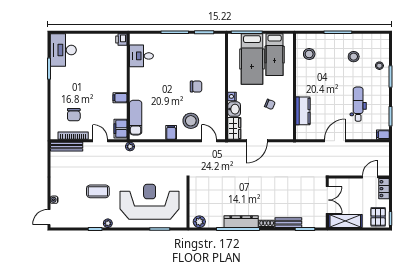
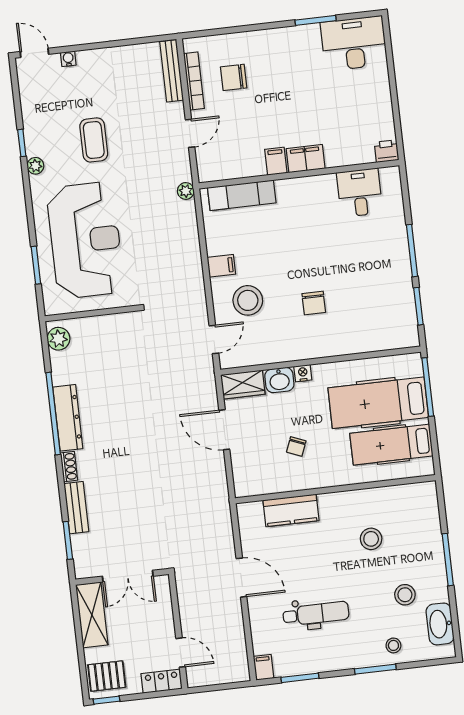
washbasin: (371, 40) -> (440, 624), added
stool: (309, 54) -> (371, 539), moved
filing cabinet: (120, 129) -> (306, 159), moved

